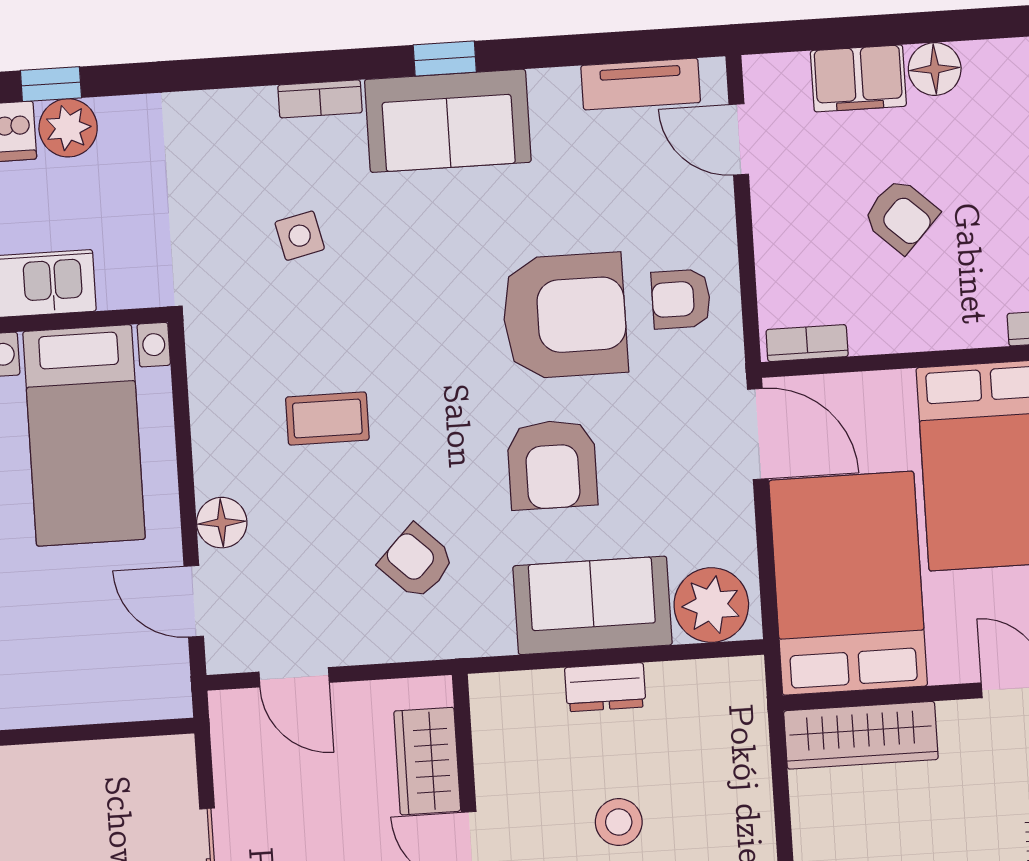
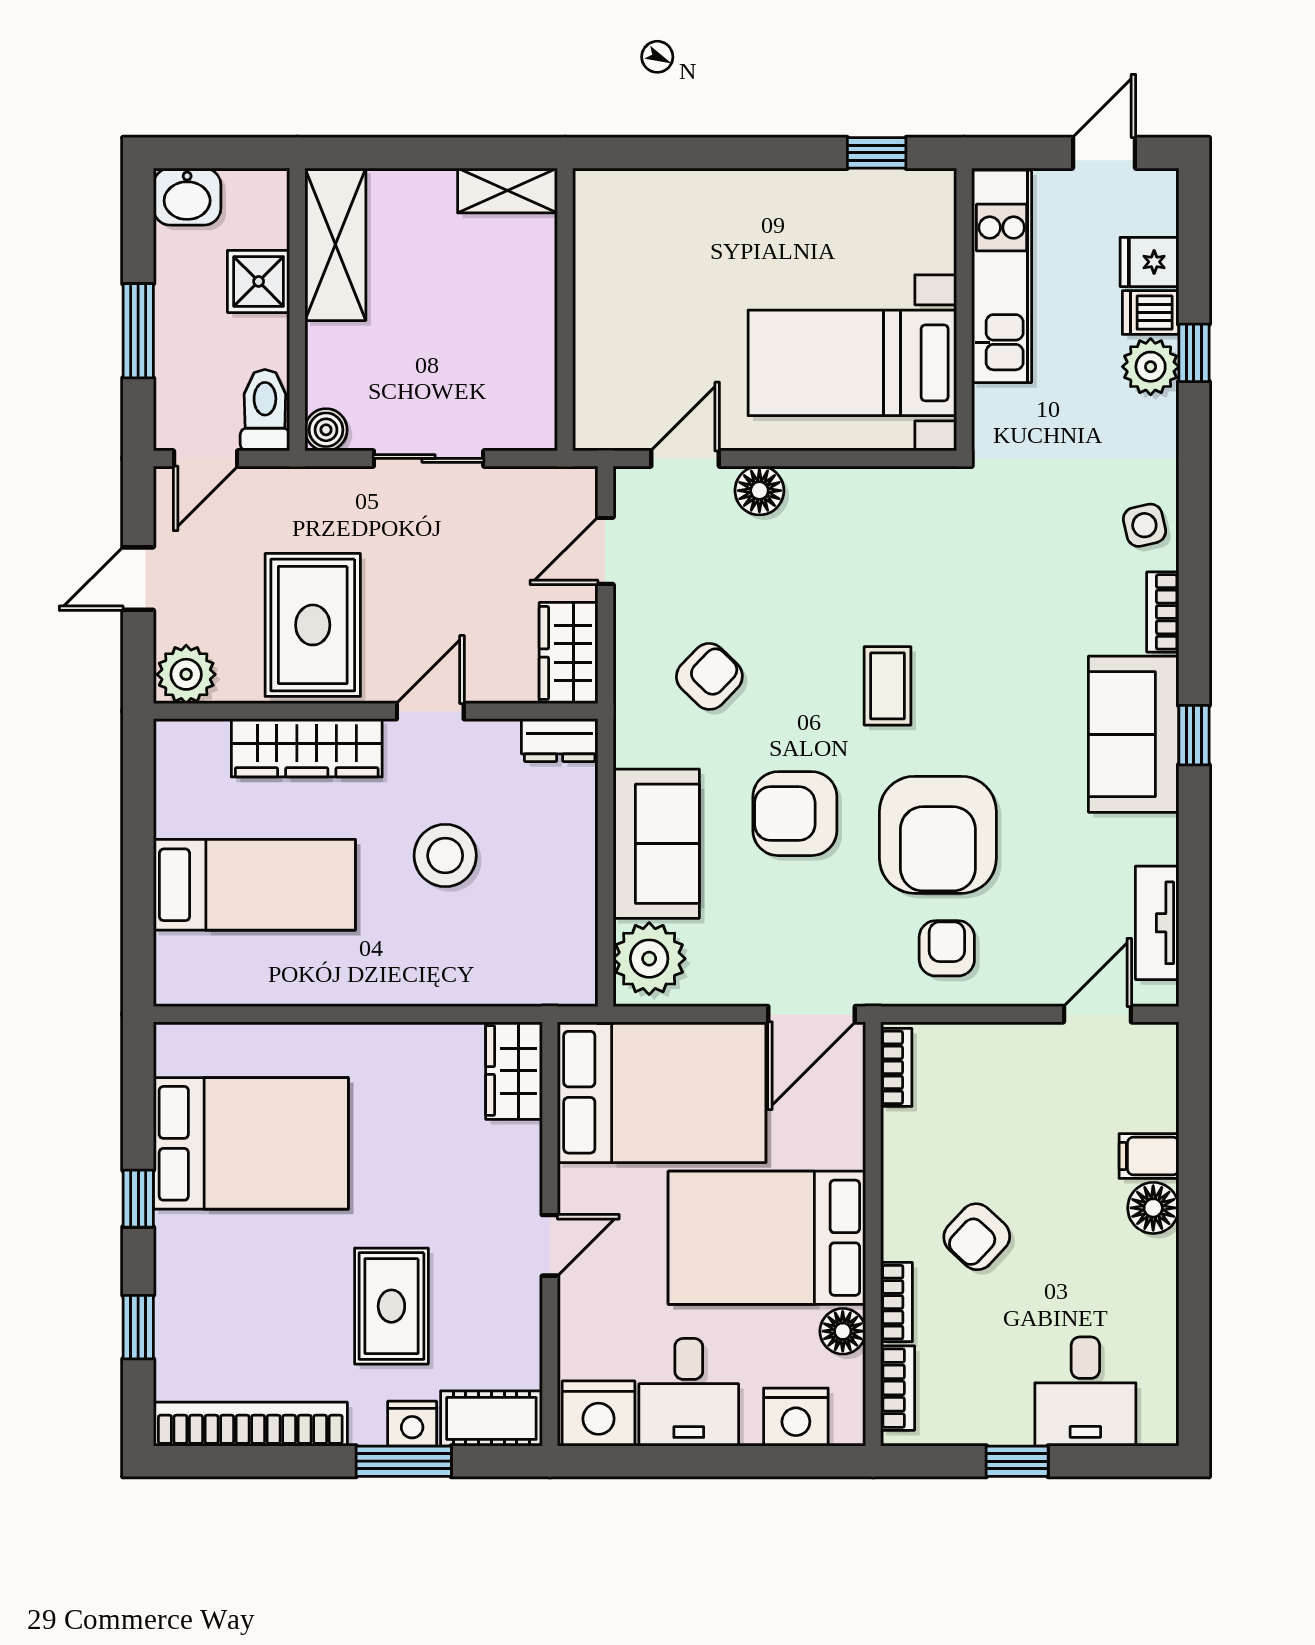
filing cabinet: (858, 78) -> (1149, 1156), width x0.50
armchair: (901, 216) -> (977, 1237), moved
side table: (300, 236) -> (1144, 525), moved
coffee table: (327, 419) -> (887, 686), moved
dresser: (605, 687) -> (560, 740), moved, turned -90
wardrobe: (861, 735) -> (514, 1071), width x0.67
wardrobe: (427, 761) -> (569, 653), moved, turned -90
stool: (619, 822) -> (445, 856), width x1.38, depth x1.38

